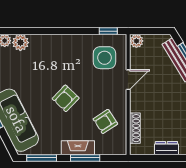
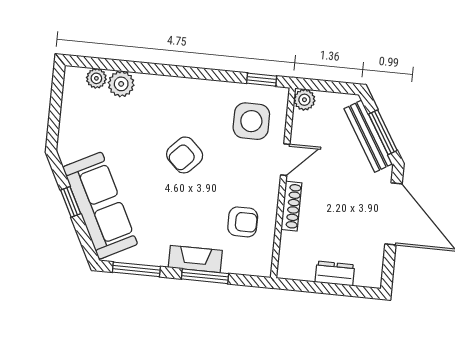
armchair: (66, 98) -> (185, 155), moved
armchair: (105, 121) -> (243, 222), turned -147
shoe rack: (135, 128) -> (291, 206), moved

